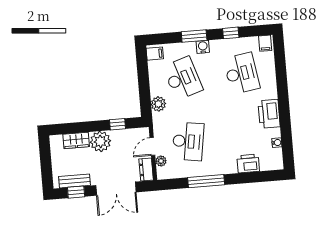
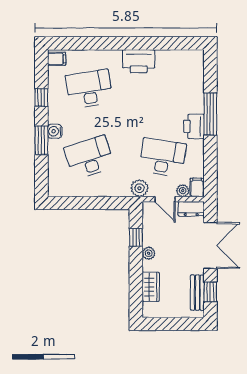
filing cabinet: (155, 54) -> (197, 187), moved
plant: (158, 104) -> (139, 188), moved
plant: (100, 141) -> (149, 253), width x0.53, depth x0.53
water cooler: (277, 143) -> (173, 55), removed
printer: (248, 163) -> (194, 126), moved
window: (206, 181) -> (210, 114), moved

